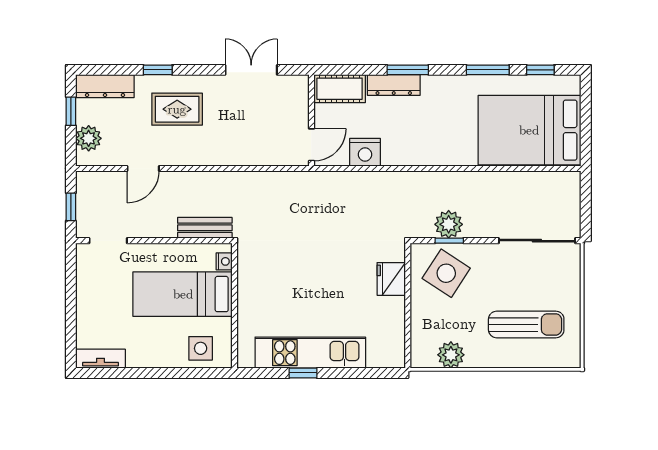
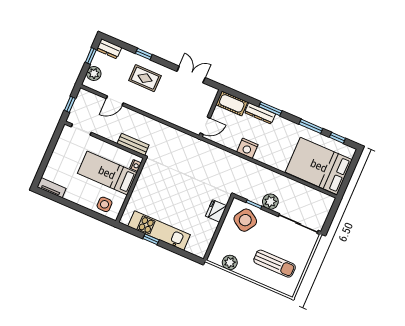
dresser: (105, 86) -> (109, 49), width x0.70
nightstand: (365, 152) -> (247, 148), moved
plant: (449, 224) -> (270, 202), moved

